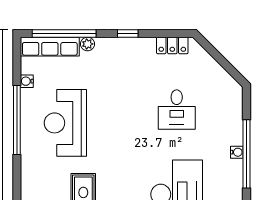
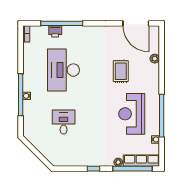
locker: (172, 45) -> (66, 161), removed
reception desk: (65, 123) -> (132, 114), turned 180

